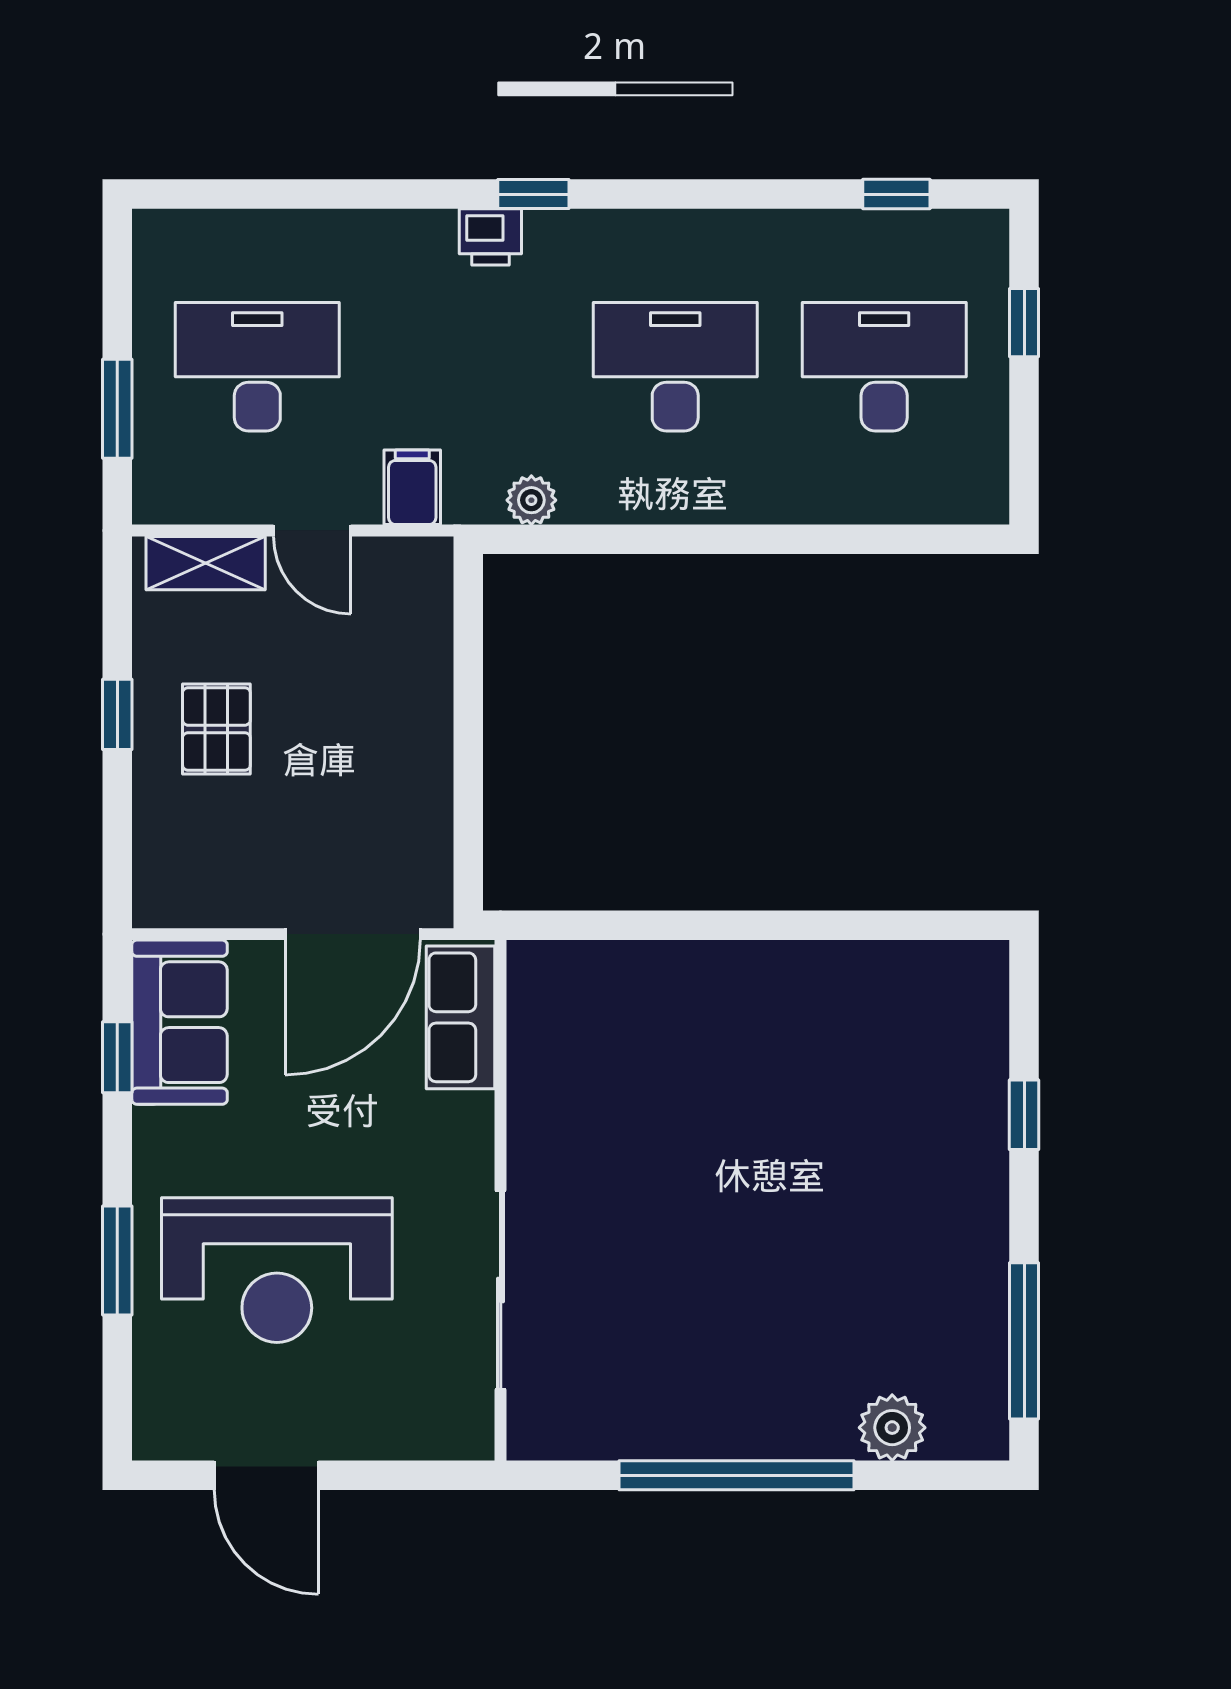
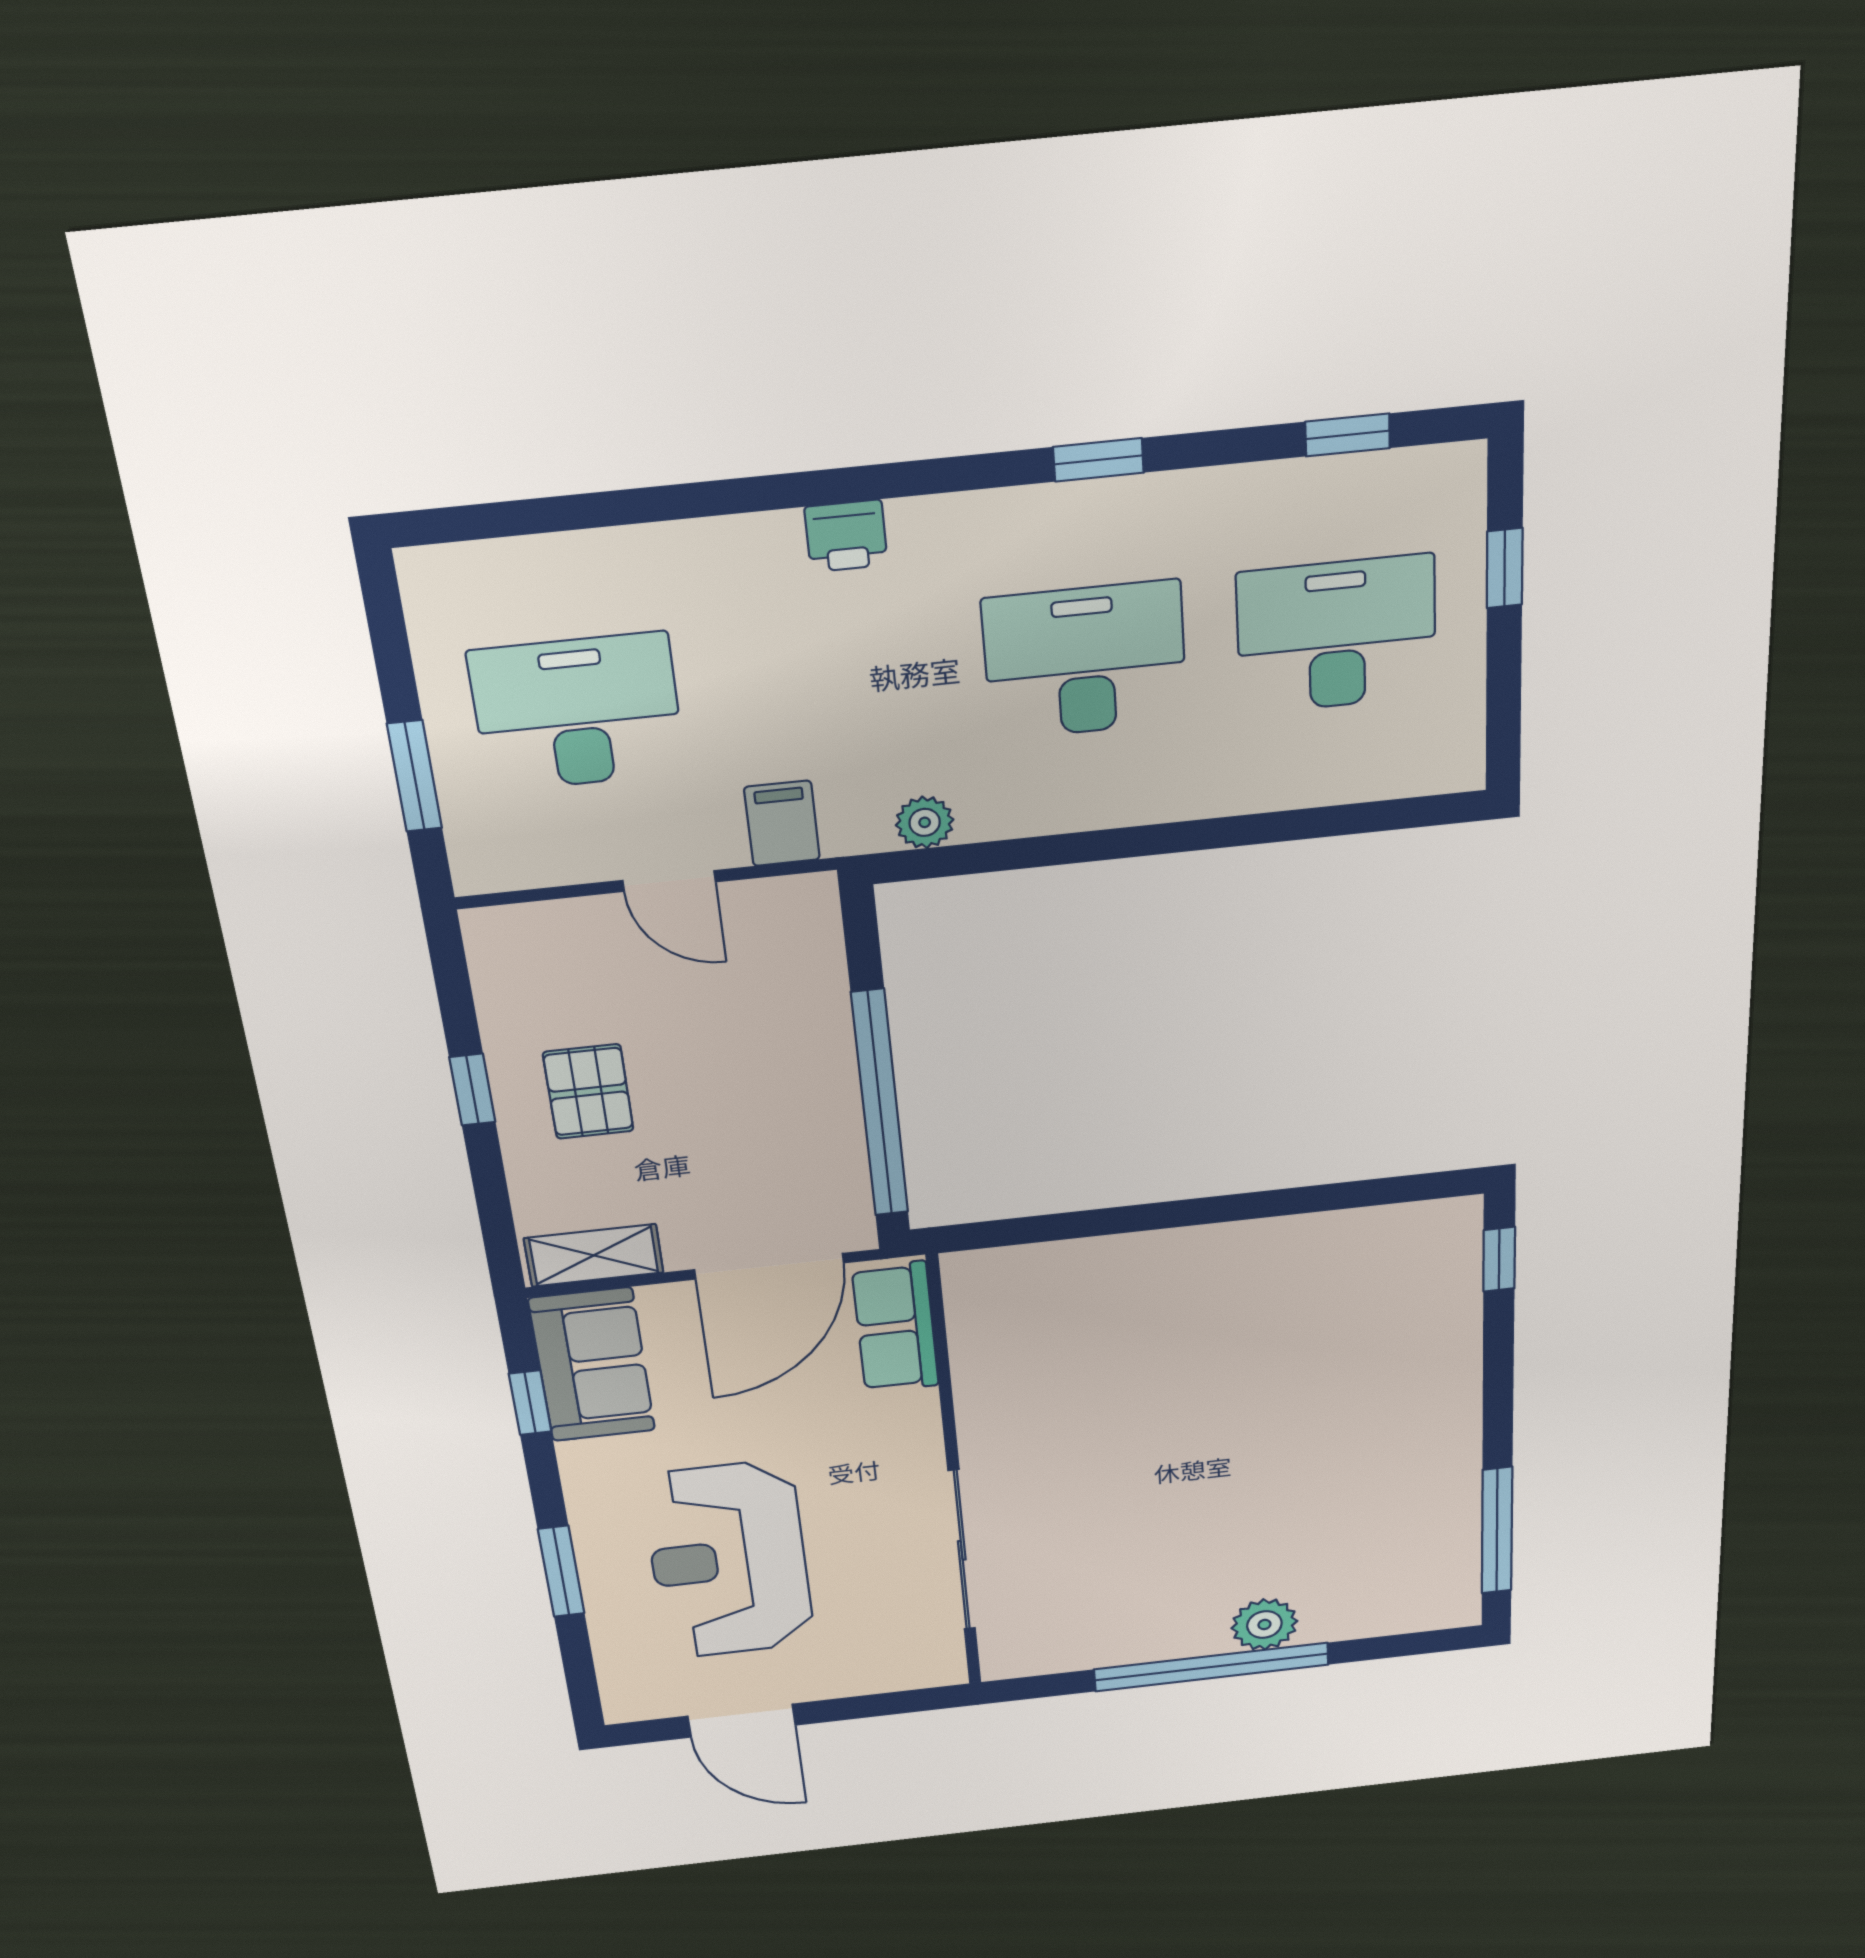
window: (533, 194) -> (1098, 460), moved
shelving: (206, 563) -> (594, 1255), moved
window: (468, 774) -> (880, 1104), added
window: (1024, 1115) -> (1499, 1259), moved
reception desk: (277, 1270) -> (728, 1560), turned 90
plant: (892, 1428) -> (1264, 1625), moved

